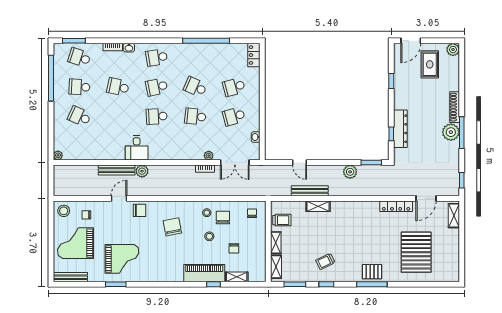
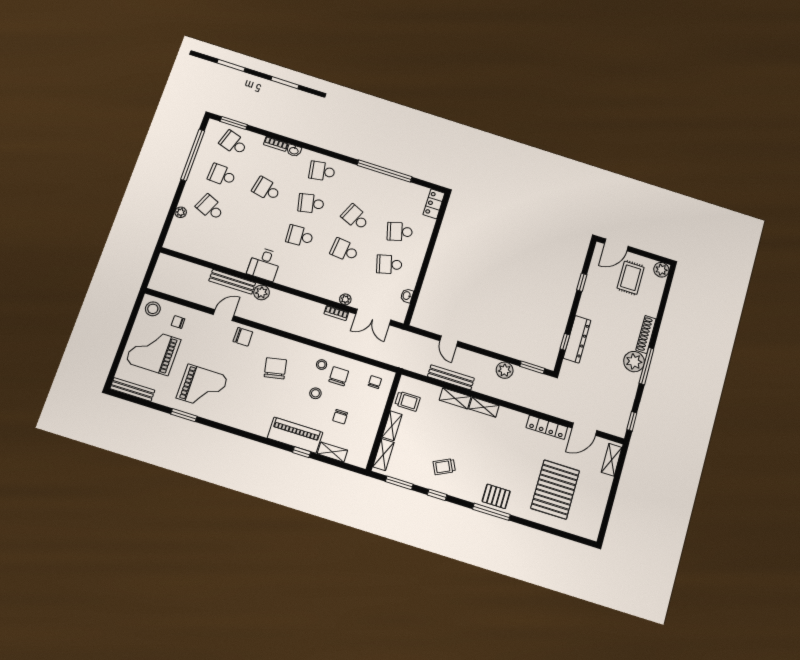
plant: (58, 155) -> (181, 212), moved
shelving: (342, 206) -> (484, 407), added

